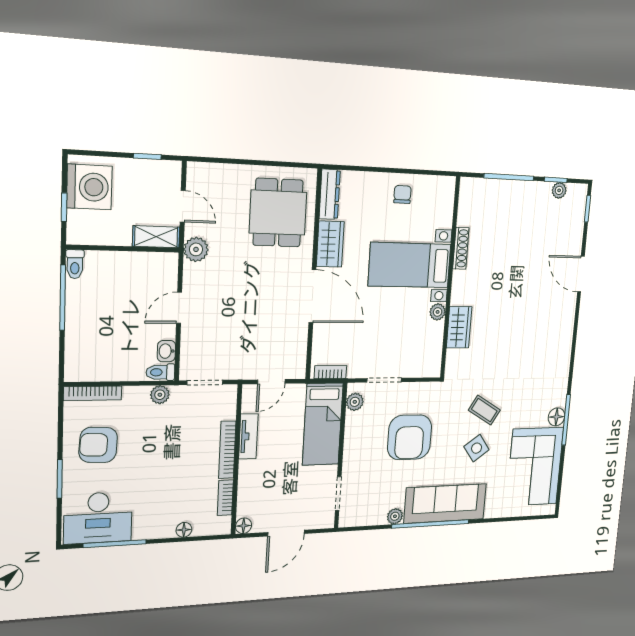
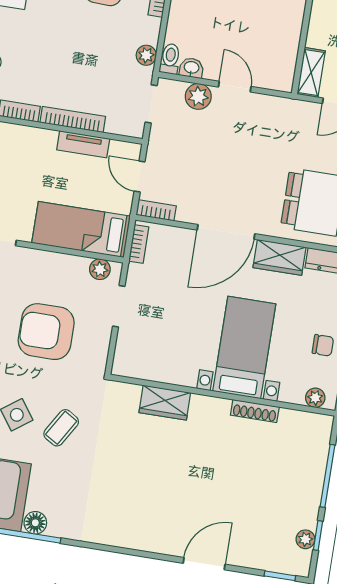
plant: (196, 249) -> (198, 96), moved
plant: (438, 312) -> (315, 398), moved
bookcase: (300, 362) -> (156, 210), added

